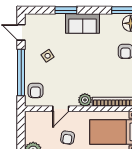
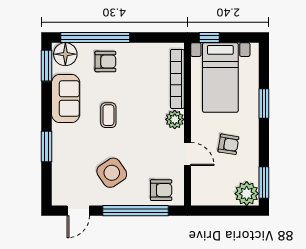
sofa: (83, 23) -> (66, 99), moved
coffee table: (88, 53) -> (108, 115), added
side table: (48, 56) -> (112, 173), width x1.87, depth x1.87

